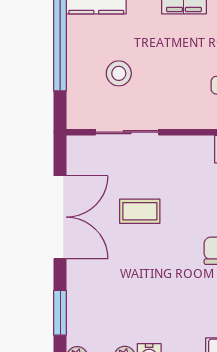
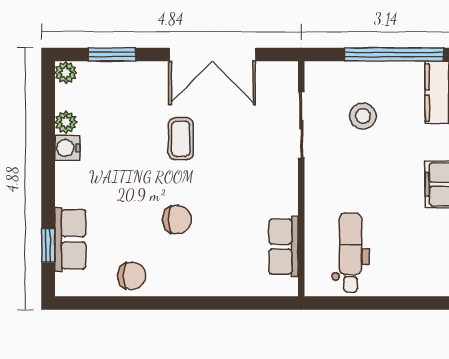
coffee table: (140, 211) -> (181, 139), moved

